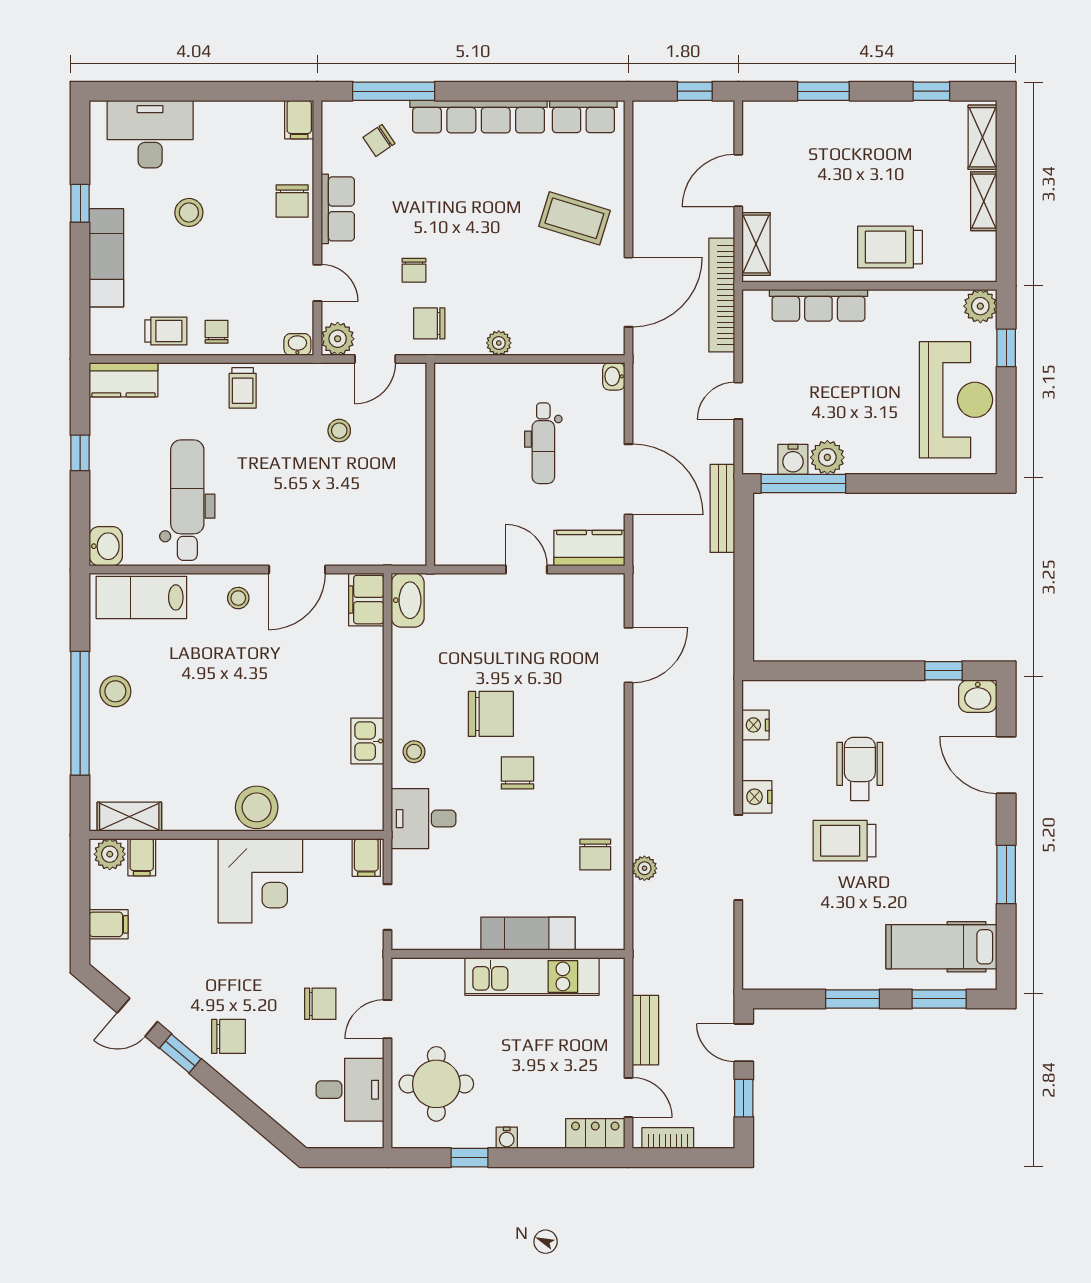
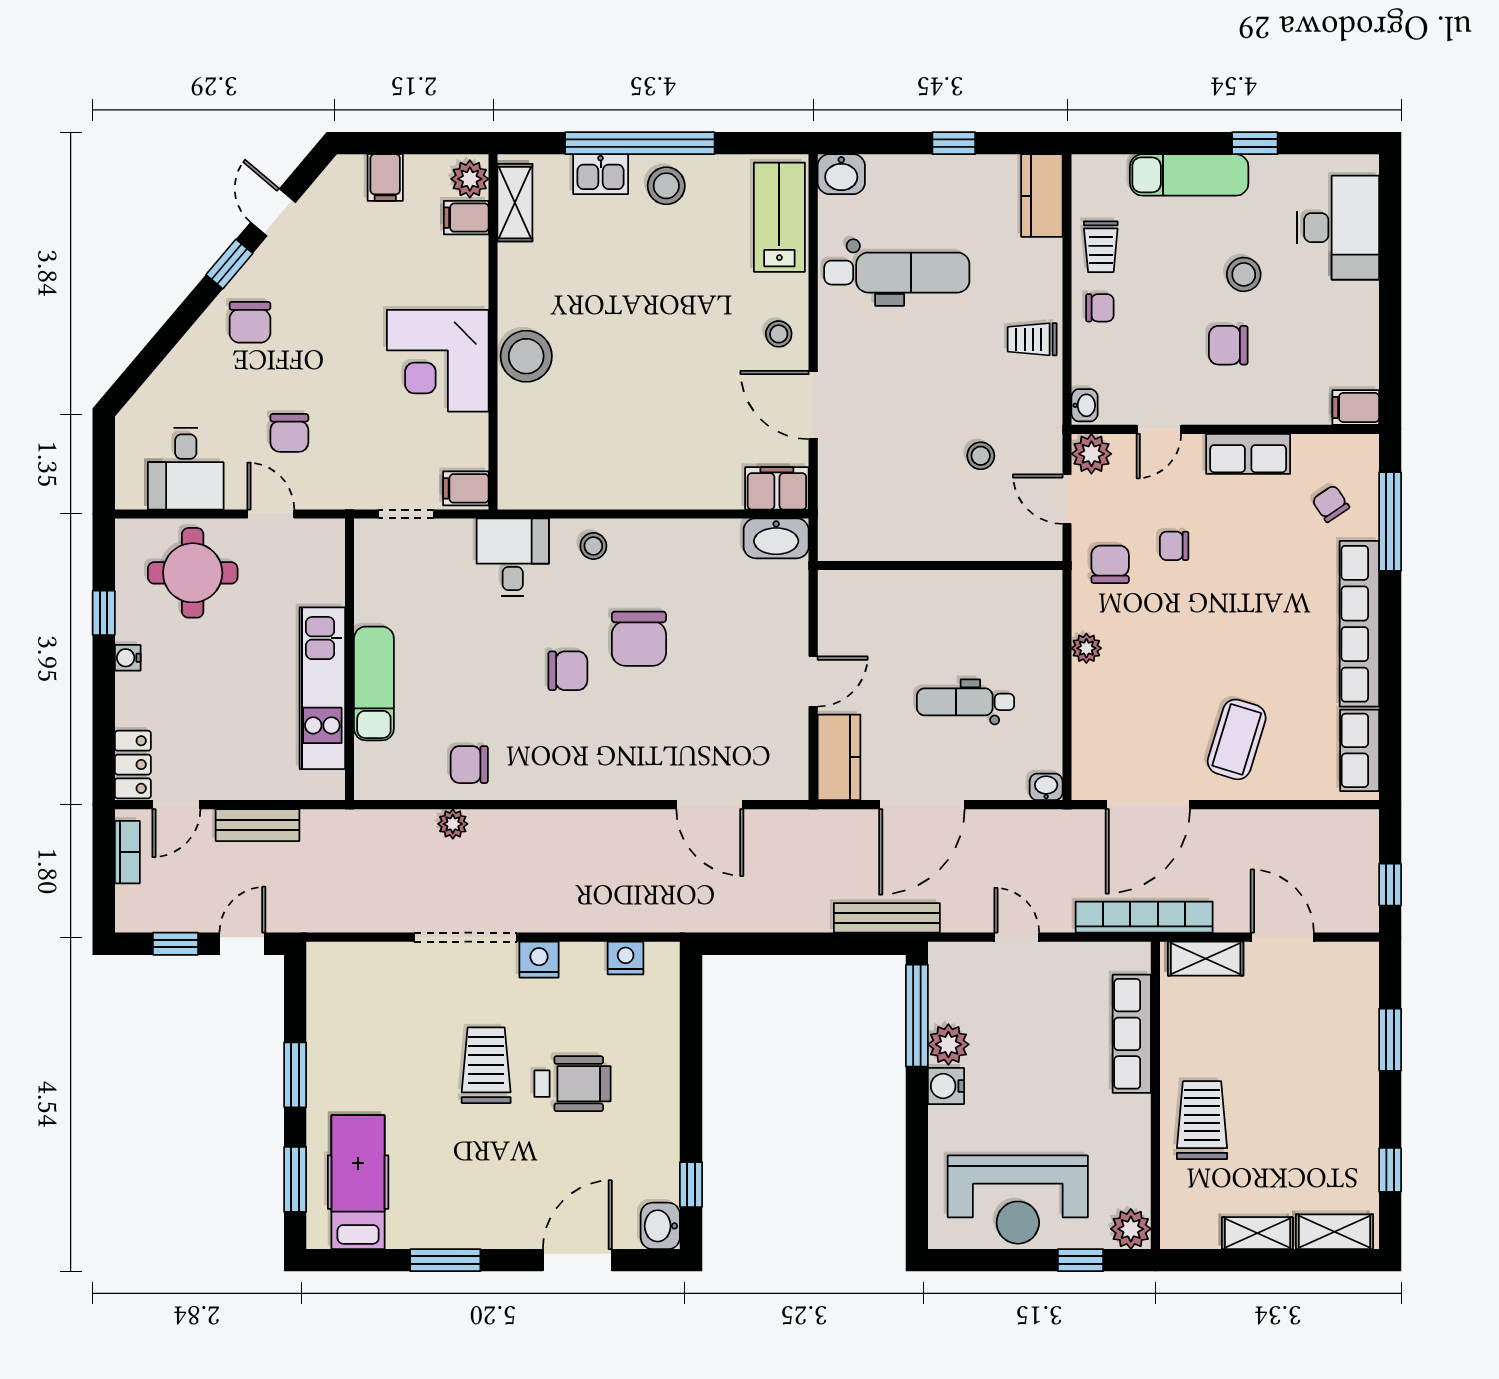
chair: (292, 201) -> (1228, 345), moved
door: (628, 292) -> (1148, 805), hinge flipped
water cooler: (793, 459) -> (946, 1086), moved
kitchen sink: (367, 741) -> (601, 174), moved, turned 180

